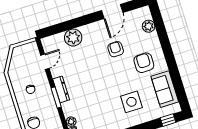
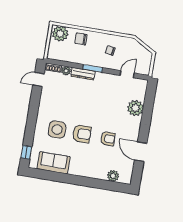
door: (45, 62) -> (127, 74), swing flipped
armchair: (144, 63) -> (82, 134), moved
dresser: (61, 89) -> (83, 74), moved

